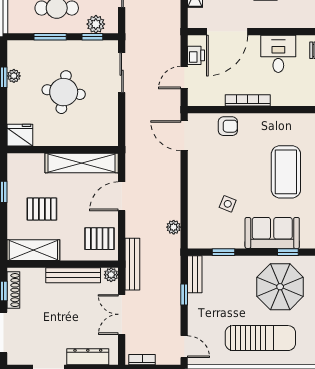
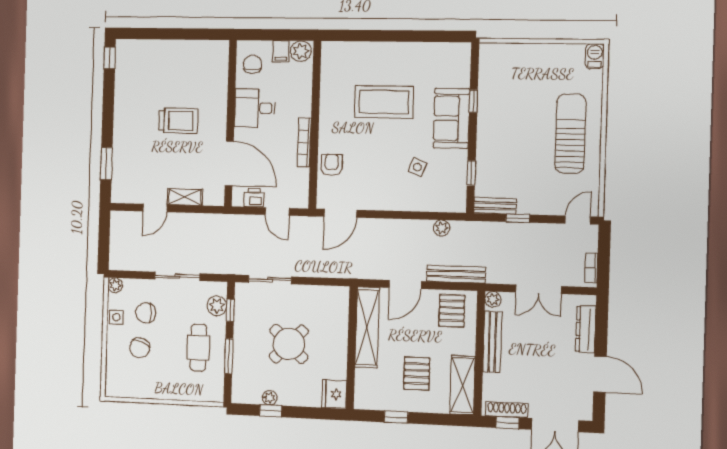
round table: (64, 92) -> (289, 344), turned 36
door: (122, 196) -> (405, 284), hinge flipped
bench: (132, 264) -> (456, 274), moved
parasol: (280, 287) -> (512, 111), removed

